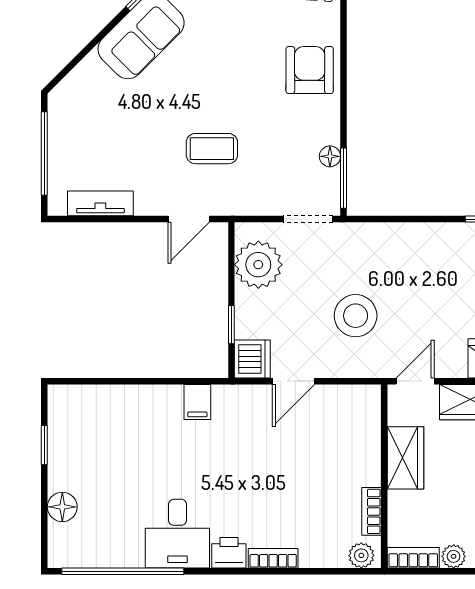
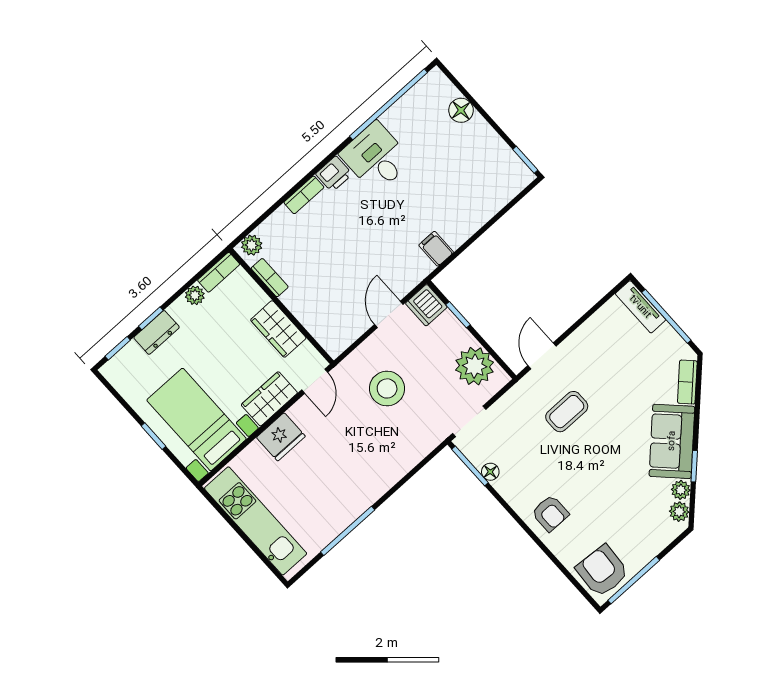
armchair: (310, 70) -> (550, 513), width x0.72, depth x0.72
bookcase: (79, 77) -> (687, 382), added
tv unit: (100, 203) -> (640, 307), moved, turned 90
window: (44, 445) -> (525, 160), moved

